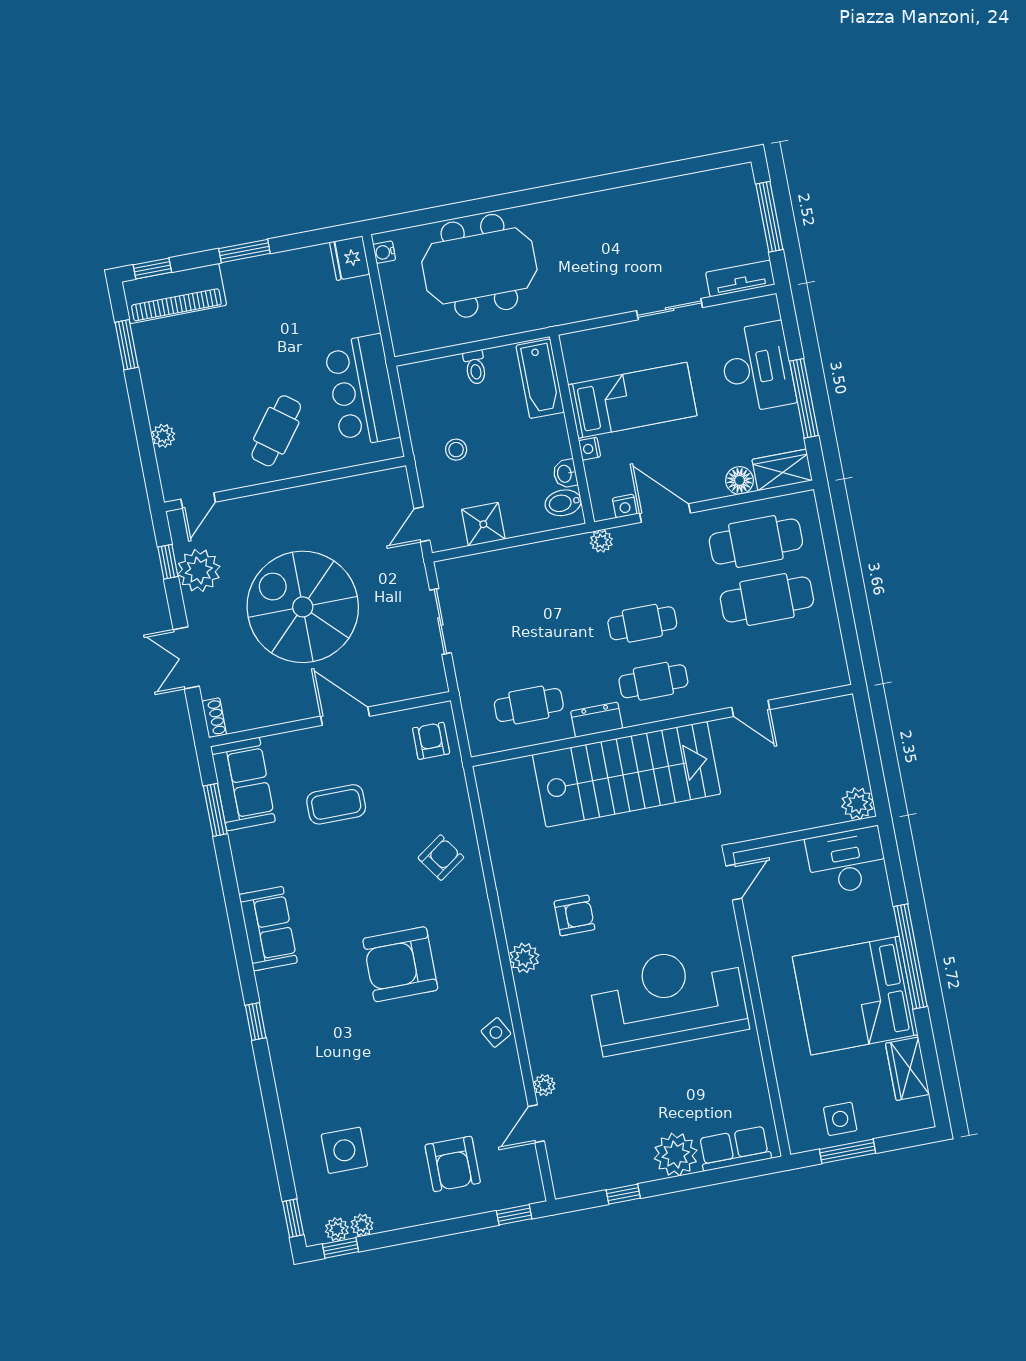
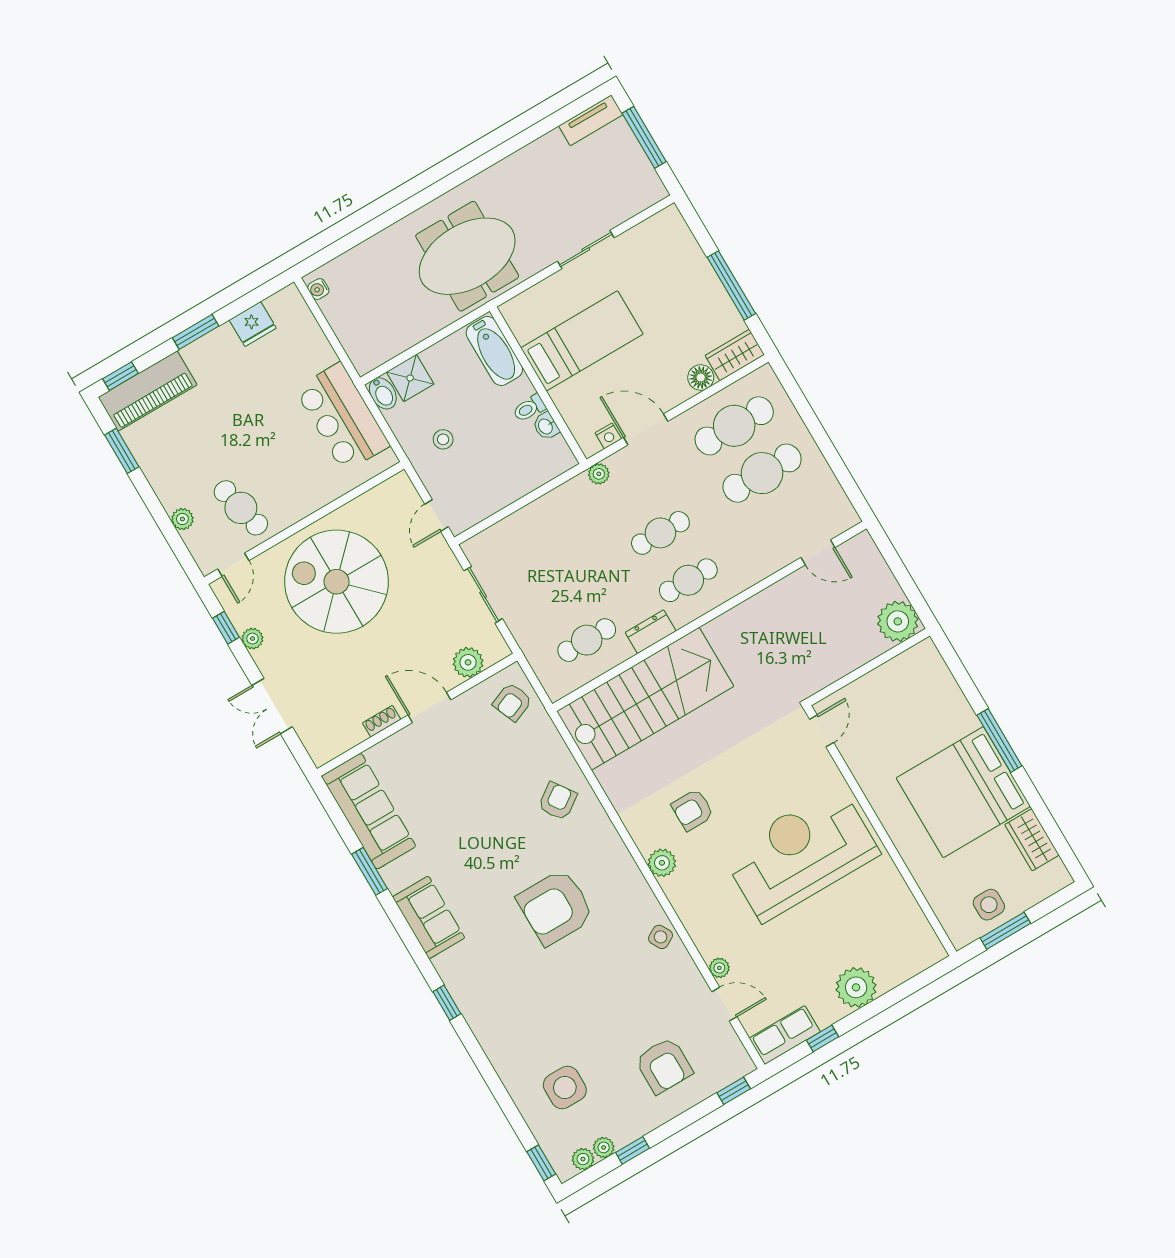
fridge: (350, 258) -> (253, 324), moved, turned -90
meeting table: (479, 266) -> (467, 256), moved
tv unit: (740, 278) -> (591, 120), moved, turned 180
toilet: (475, 367) -> (529, 408), moved, turned 90
desk: (757, 367) -> (681, 273), removed
cafe table: (276, 431) -> (241, 508), moved, turned -50
nightstand: (590, 449) -> (560, 397), removed
bidet: (563, 503) -> (383, 393), moved, turned -90
shower: (483, 524) -> (410, 378), moved
plant: (199, 570) -> (252, 639), width x0.53, depth x0.53
spiral stairs: (303, 607) -> (336, 582), moved
plant: (401, 685) -> (468, 662), added
door: (751, 708) -> (818, 552), moved
shoe rack: (214, 718) -> (382, 721), moved, turned -90
armchair: (431, 741) -> (512, 702), turned -112
stairs: (627, 774) -> (645, 699), moved
sofa: (243, 784) -> (369, 811), width x1.36
coffee table: (336, 804) -> (449, 787), removed
plant: (858, 804) -> (898, 621), width x1.36, depth x1.36
window: (215, 810) -> (369, 871), moved
desk: (847, 861) -> (914, 677), removed
armchair: (574, 915) -> (693, 810), turned 180
window: (910, 956) -> (999, 741), width x0.68
door: (536, 1124) -> (724, 1004), swing flipped
row of seats: (735, 1149) -> (785, 1035), moved
window: (341, 1248) -> (633, 1150), moved

